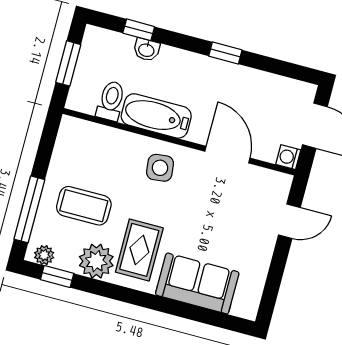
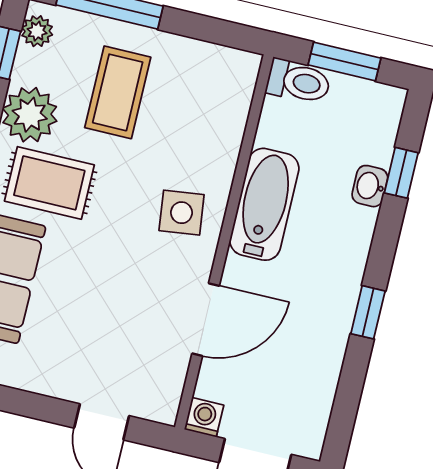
toilet: (111, 101) -> (298, 82), moved

